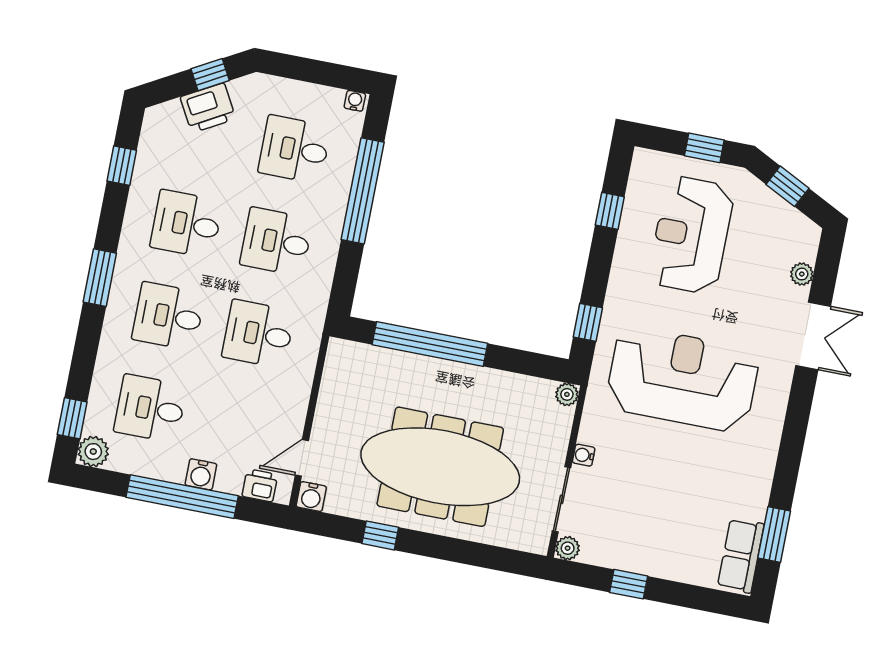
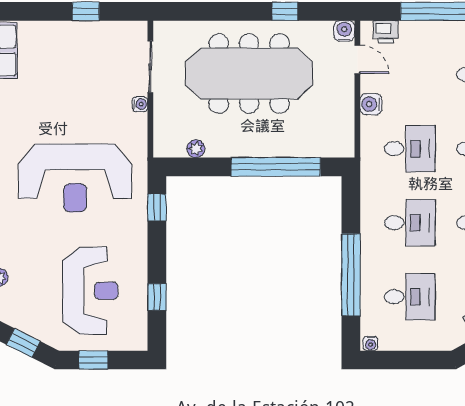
plant: (567, 394) -> (196, 149), moved
door: (302, 458) -> (357, 59), hinge flipped
water cooler: (201, 474) -> (371, 104), moved, turned -90
plant: (568, 548) -> (138, 30), removed

